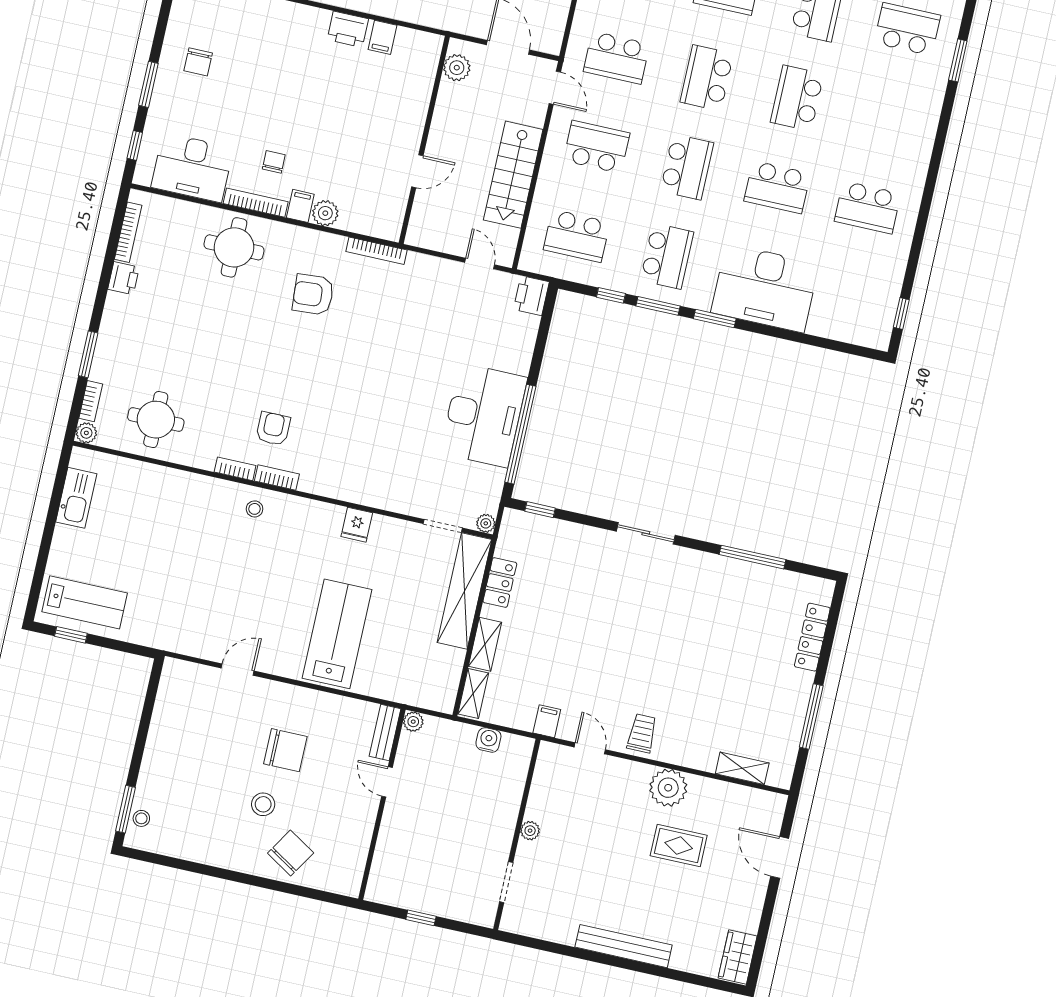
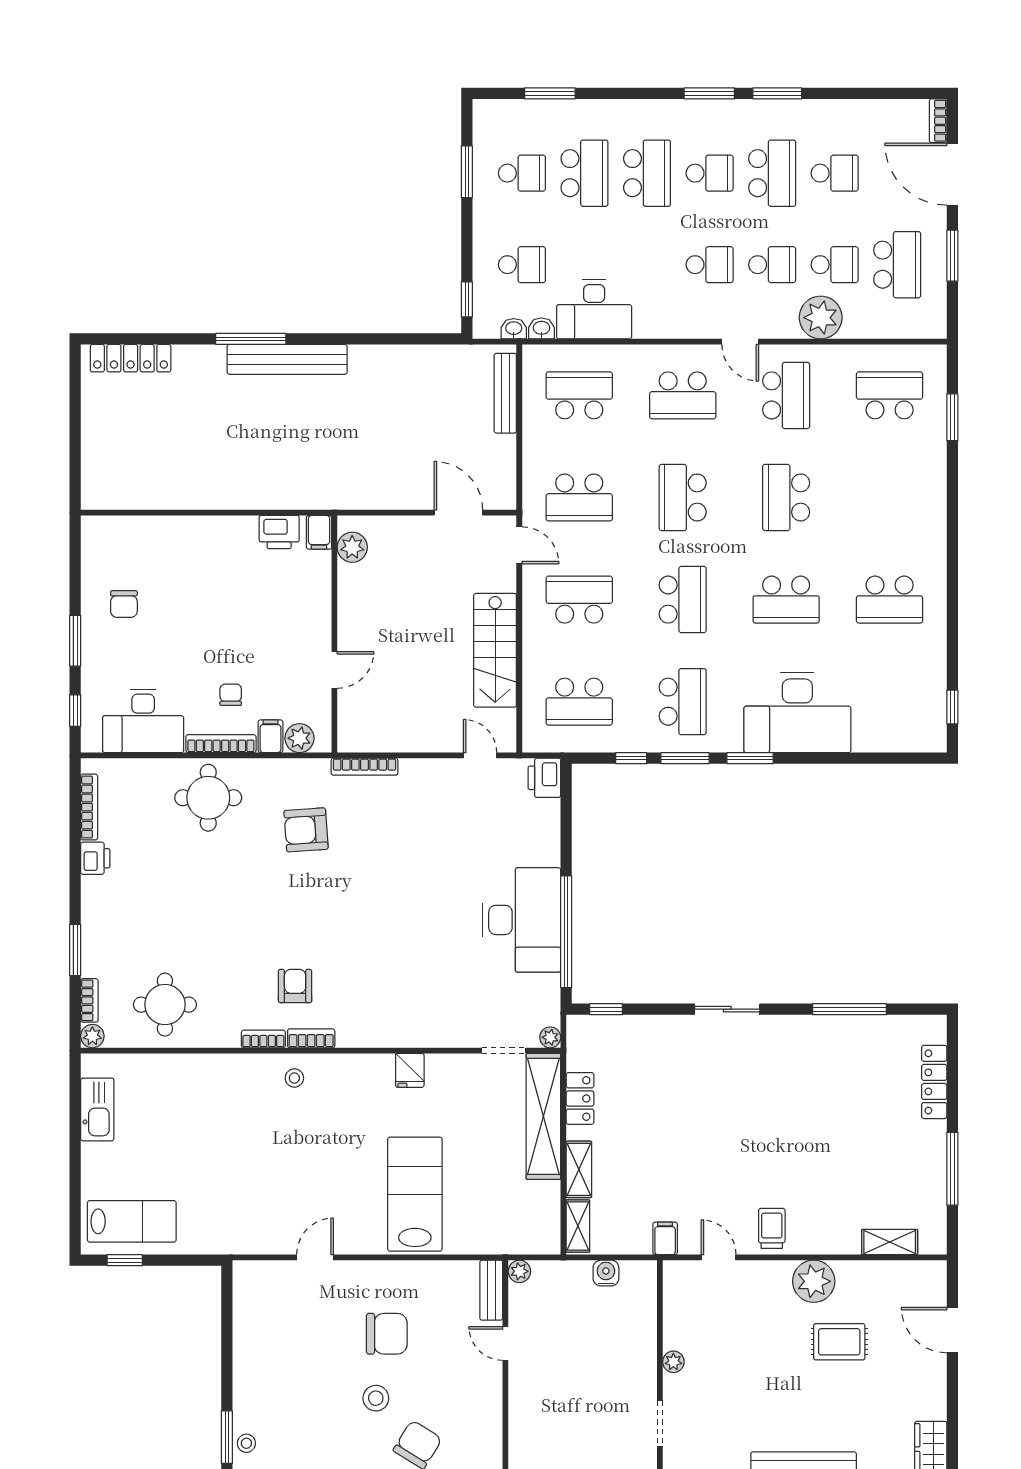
plant: (457, 68) -> (352, 547), moved
wall: (424, 140) -> (334, 634), moved
door: (417, 171) -> (334, 670), moved

